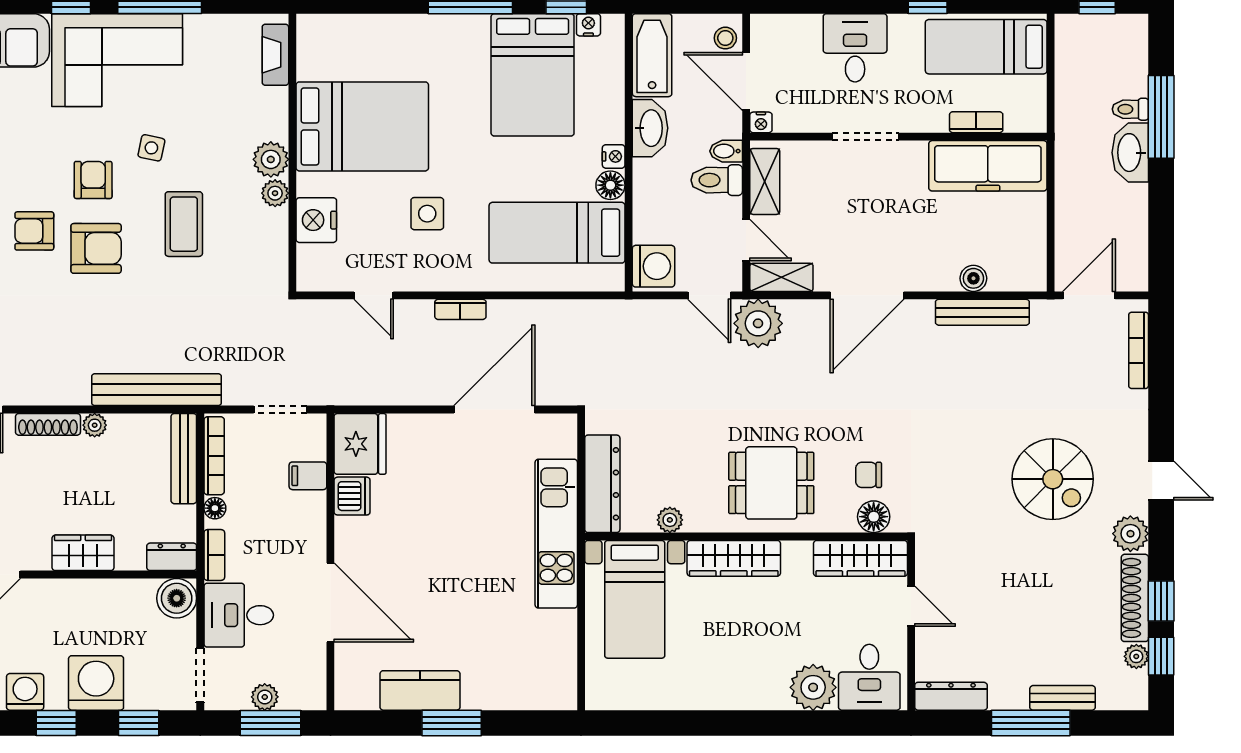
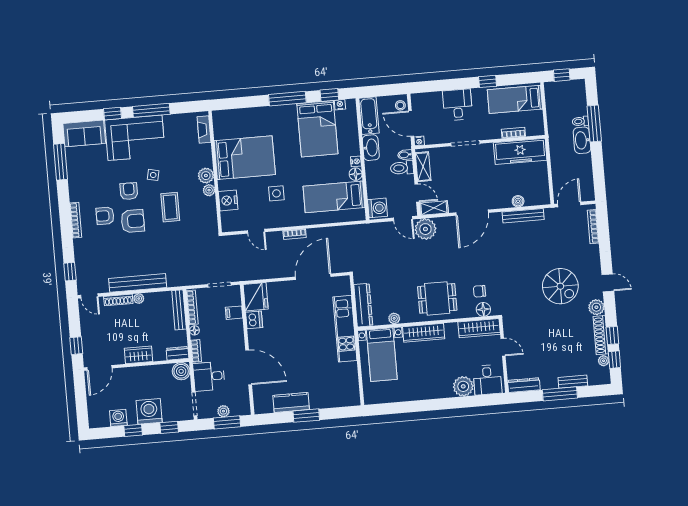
bench: (156, 390) -> (138, 283), moved

